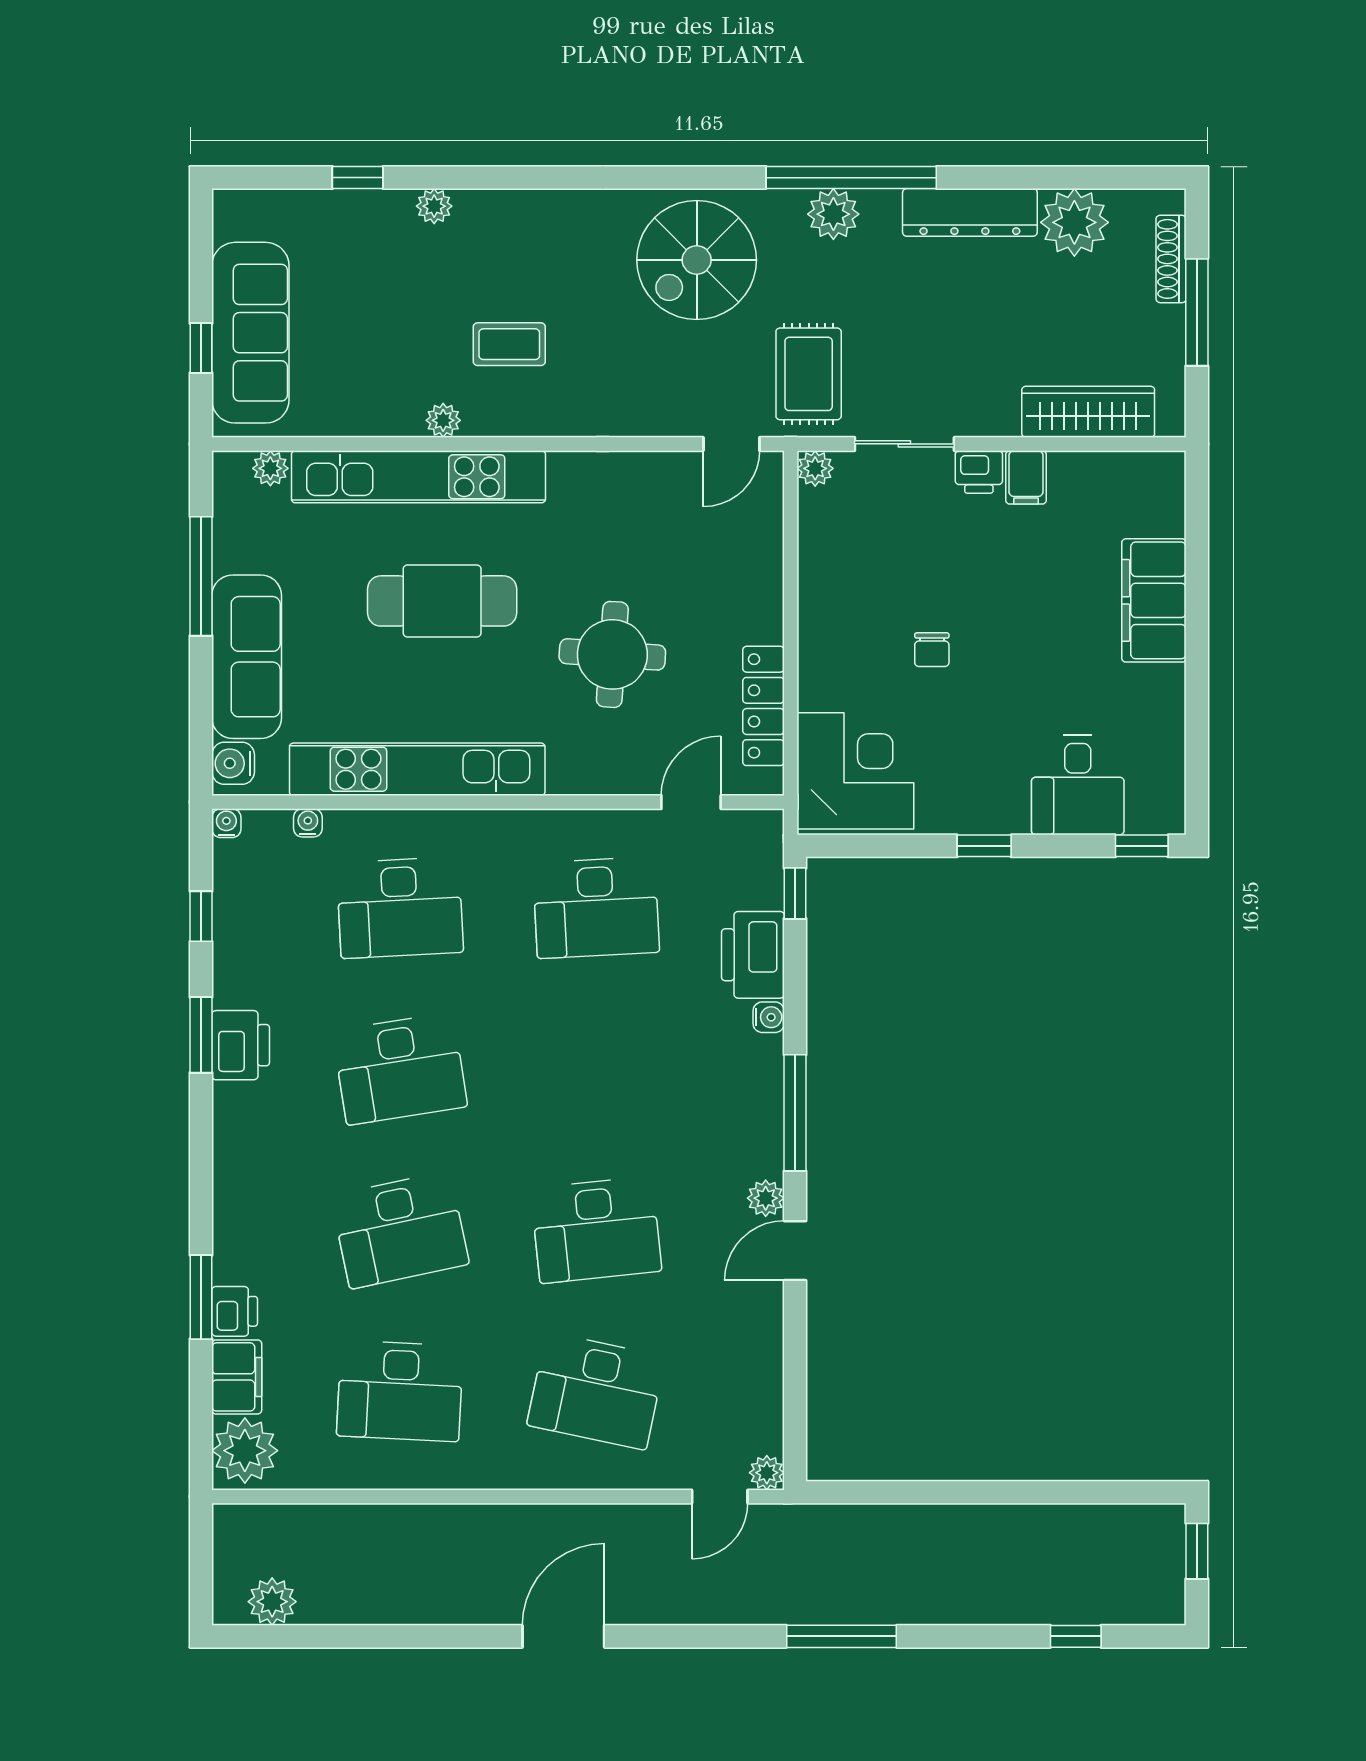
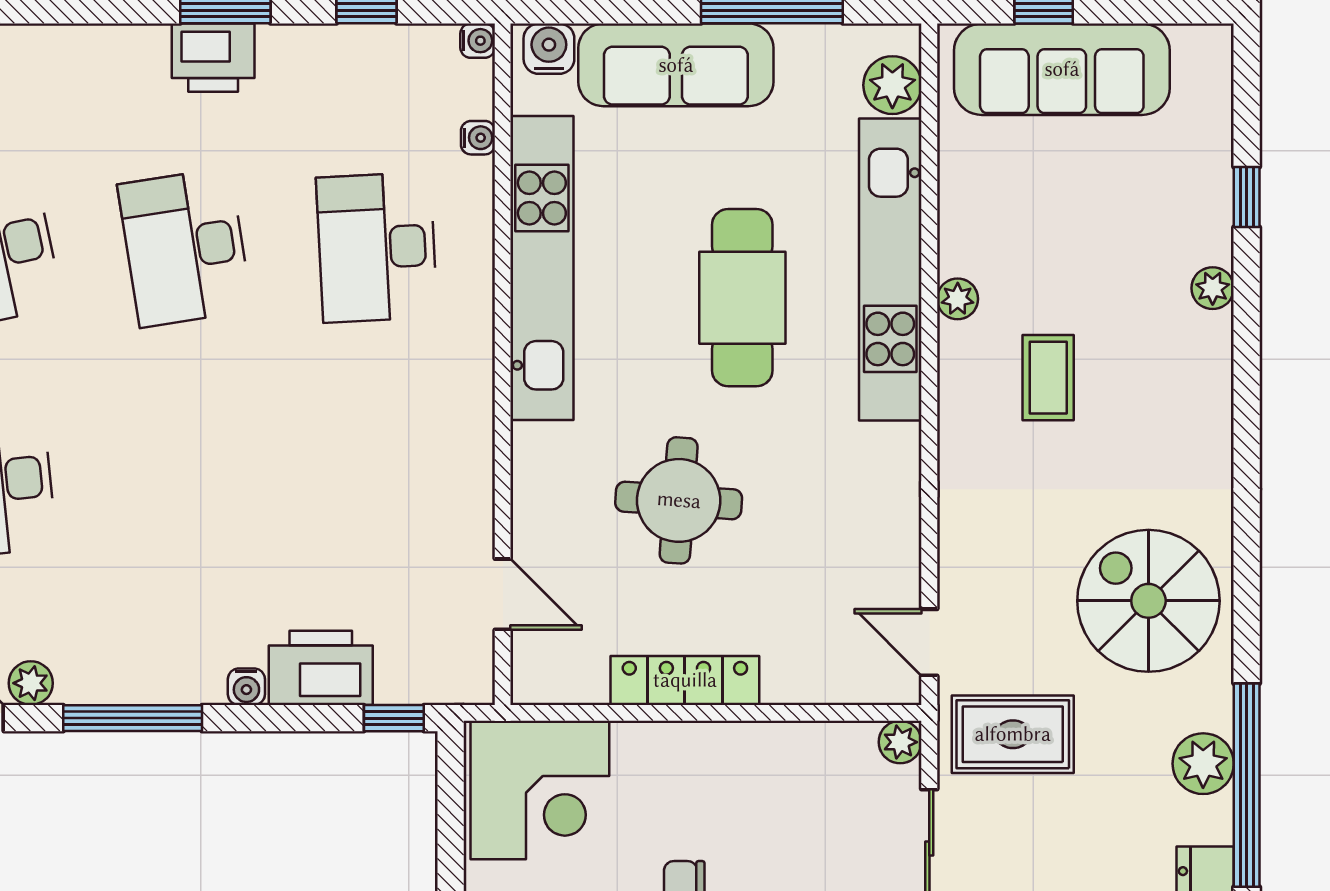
plant: (270, 468) -> (892, 85), width x1.38, depth x1.38
locker: (763, 706) -> (685, 680), moved
desk: (596, 908) -> (377, 481), removed

